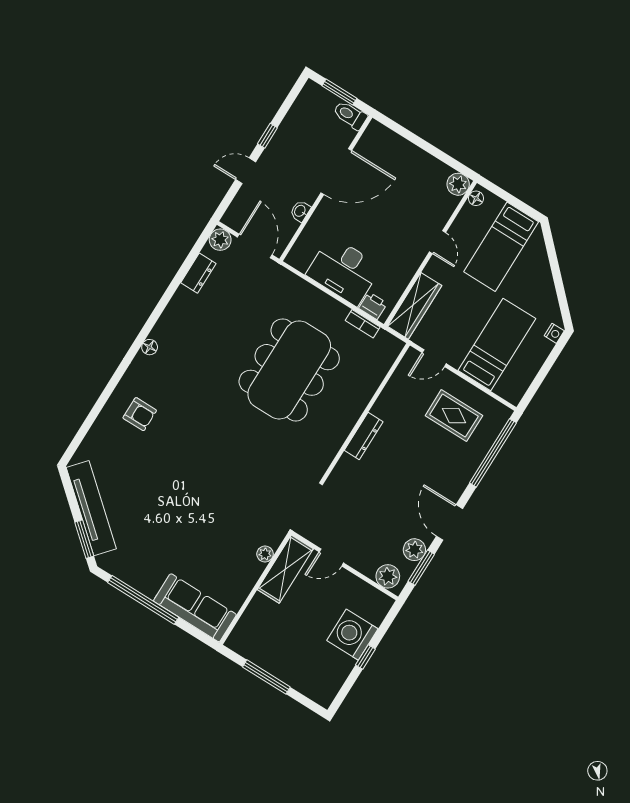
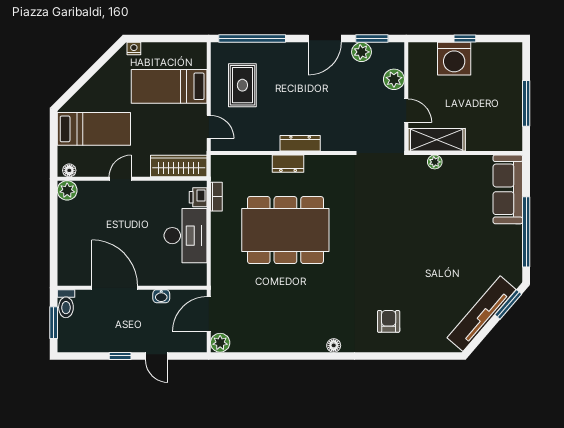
dresser: (198, 273) -> (288, 164), moved, turned 180
plant: (388, 576) -> (394, 79), moved

